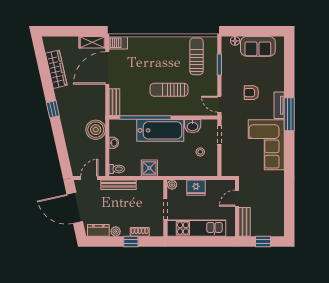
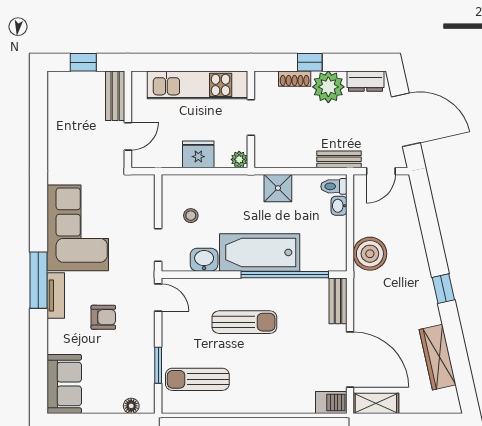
sofa: (258, 46) -> (64, 384), moved, turned 90
sun lounger: (196, 56) -> (197, 379), turned 90
door: (107, 68) -> (350, 359), hinge flipped
washbasin: (114, 143) -> (339, 206), moved
bench: (118, 185) -> (339, 159), width x0.73
plant: (116, 231) -> (328, 87), width x1.88, depth x1.88

